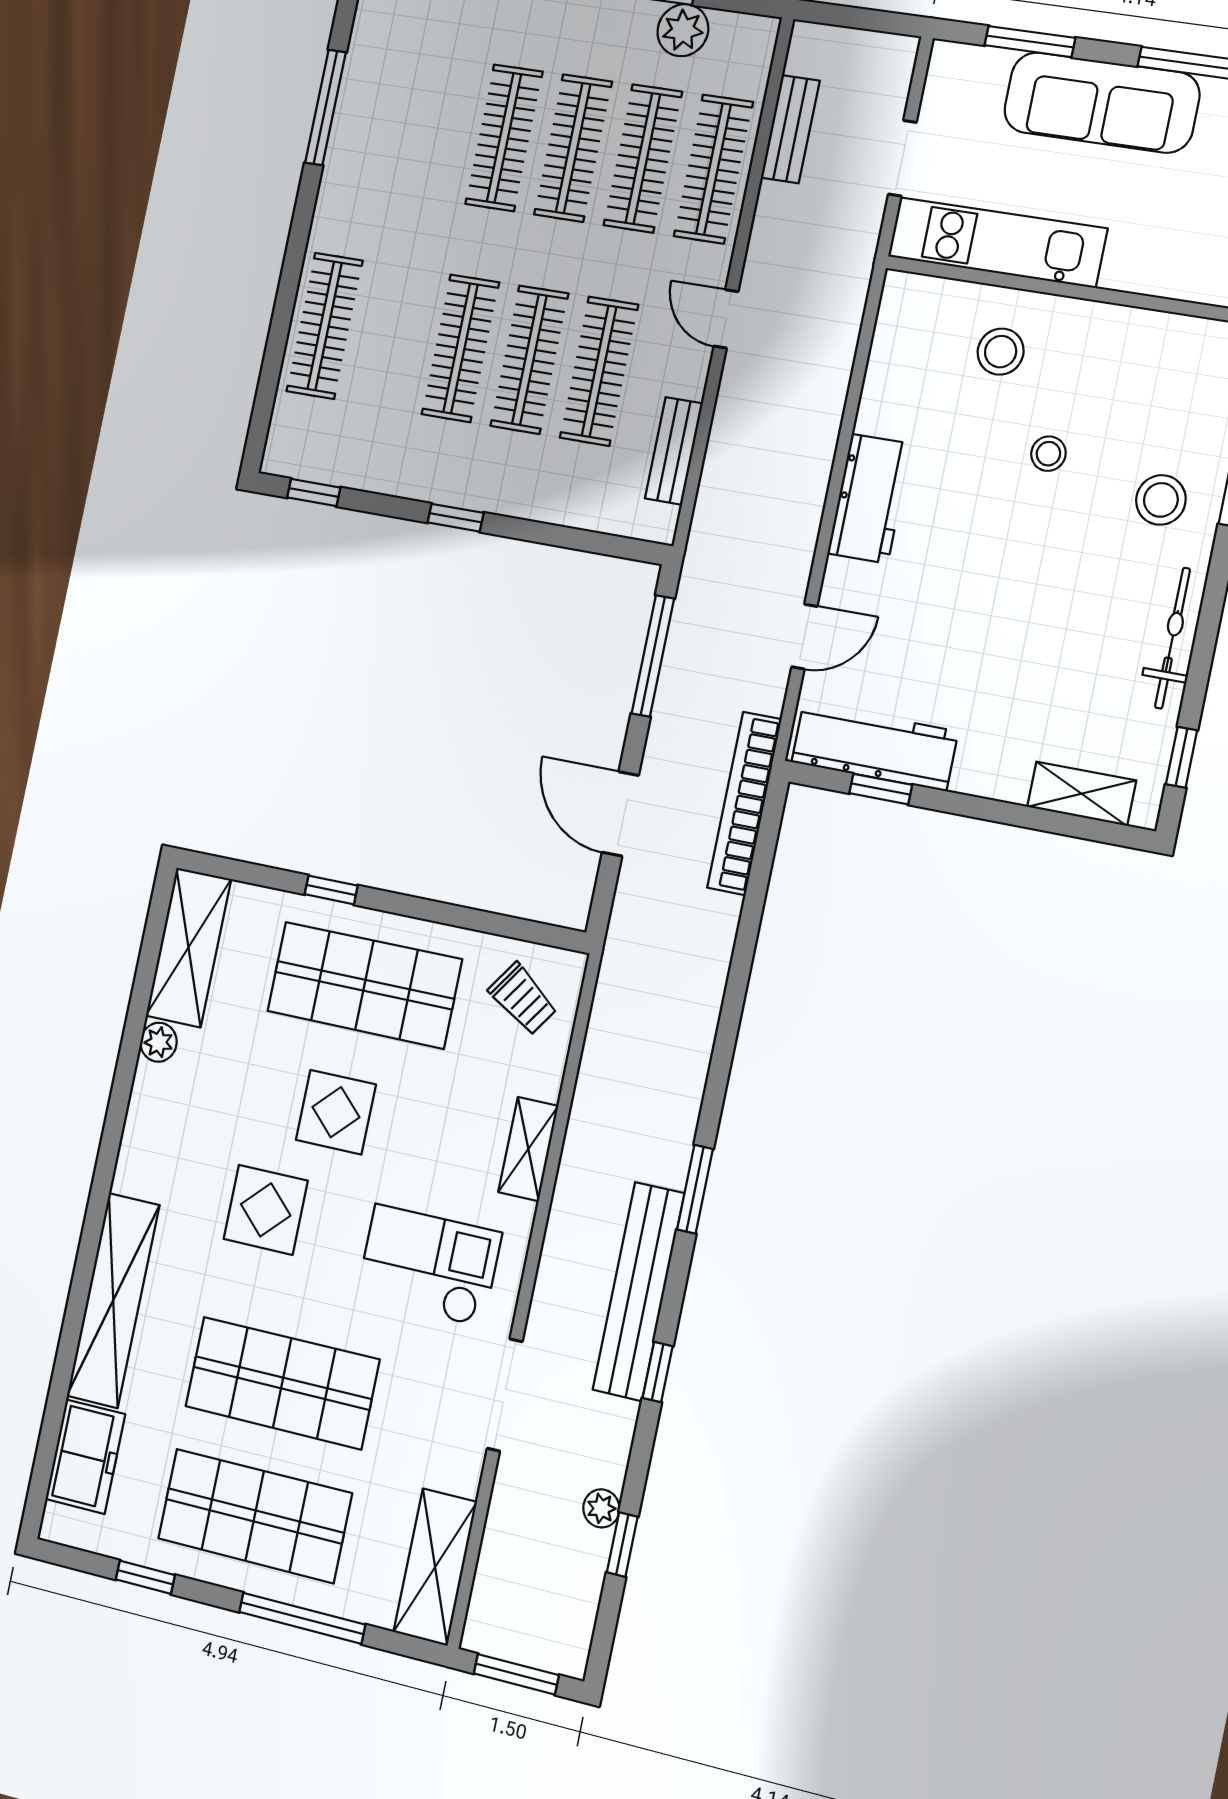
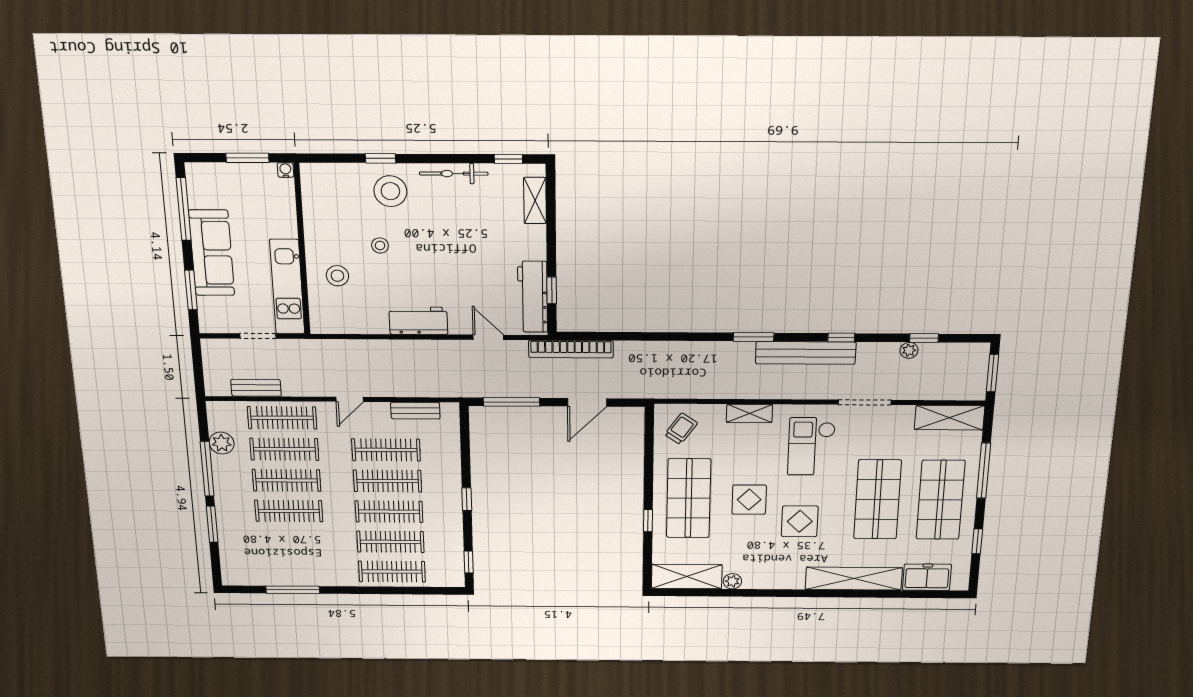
clothes rail: (392, 337) -> (390, 542), added
stool: (1161, 500) -> (390, 191), width x1.38, depth x1.38

